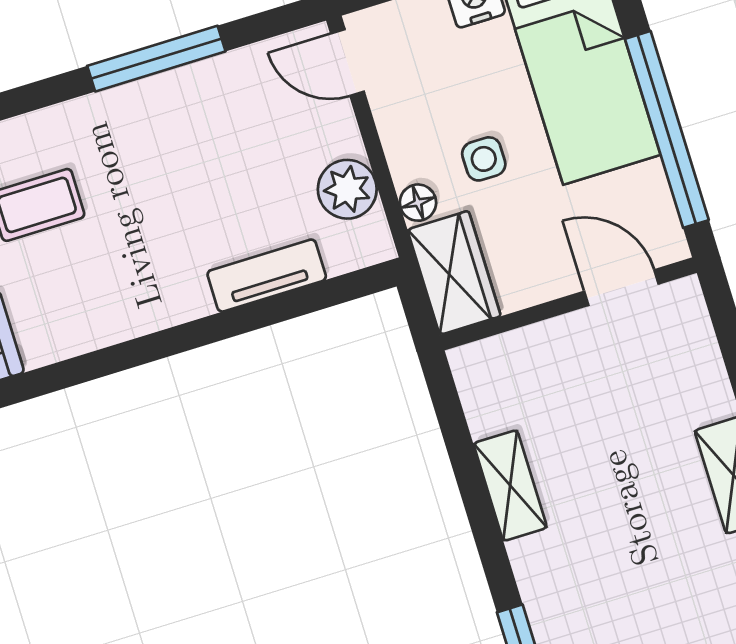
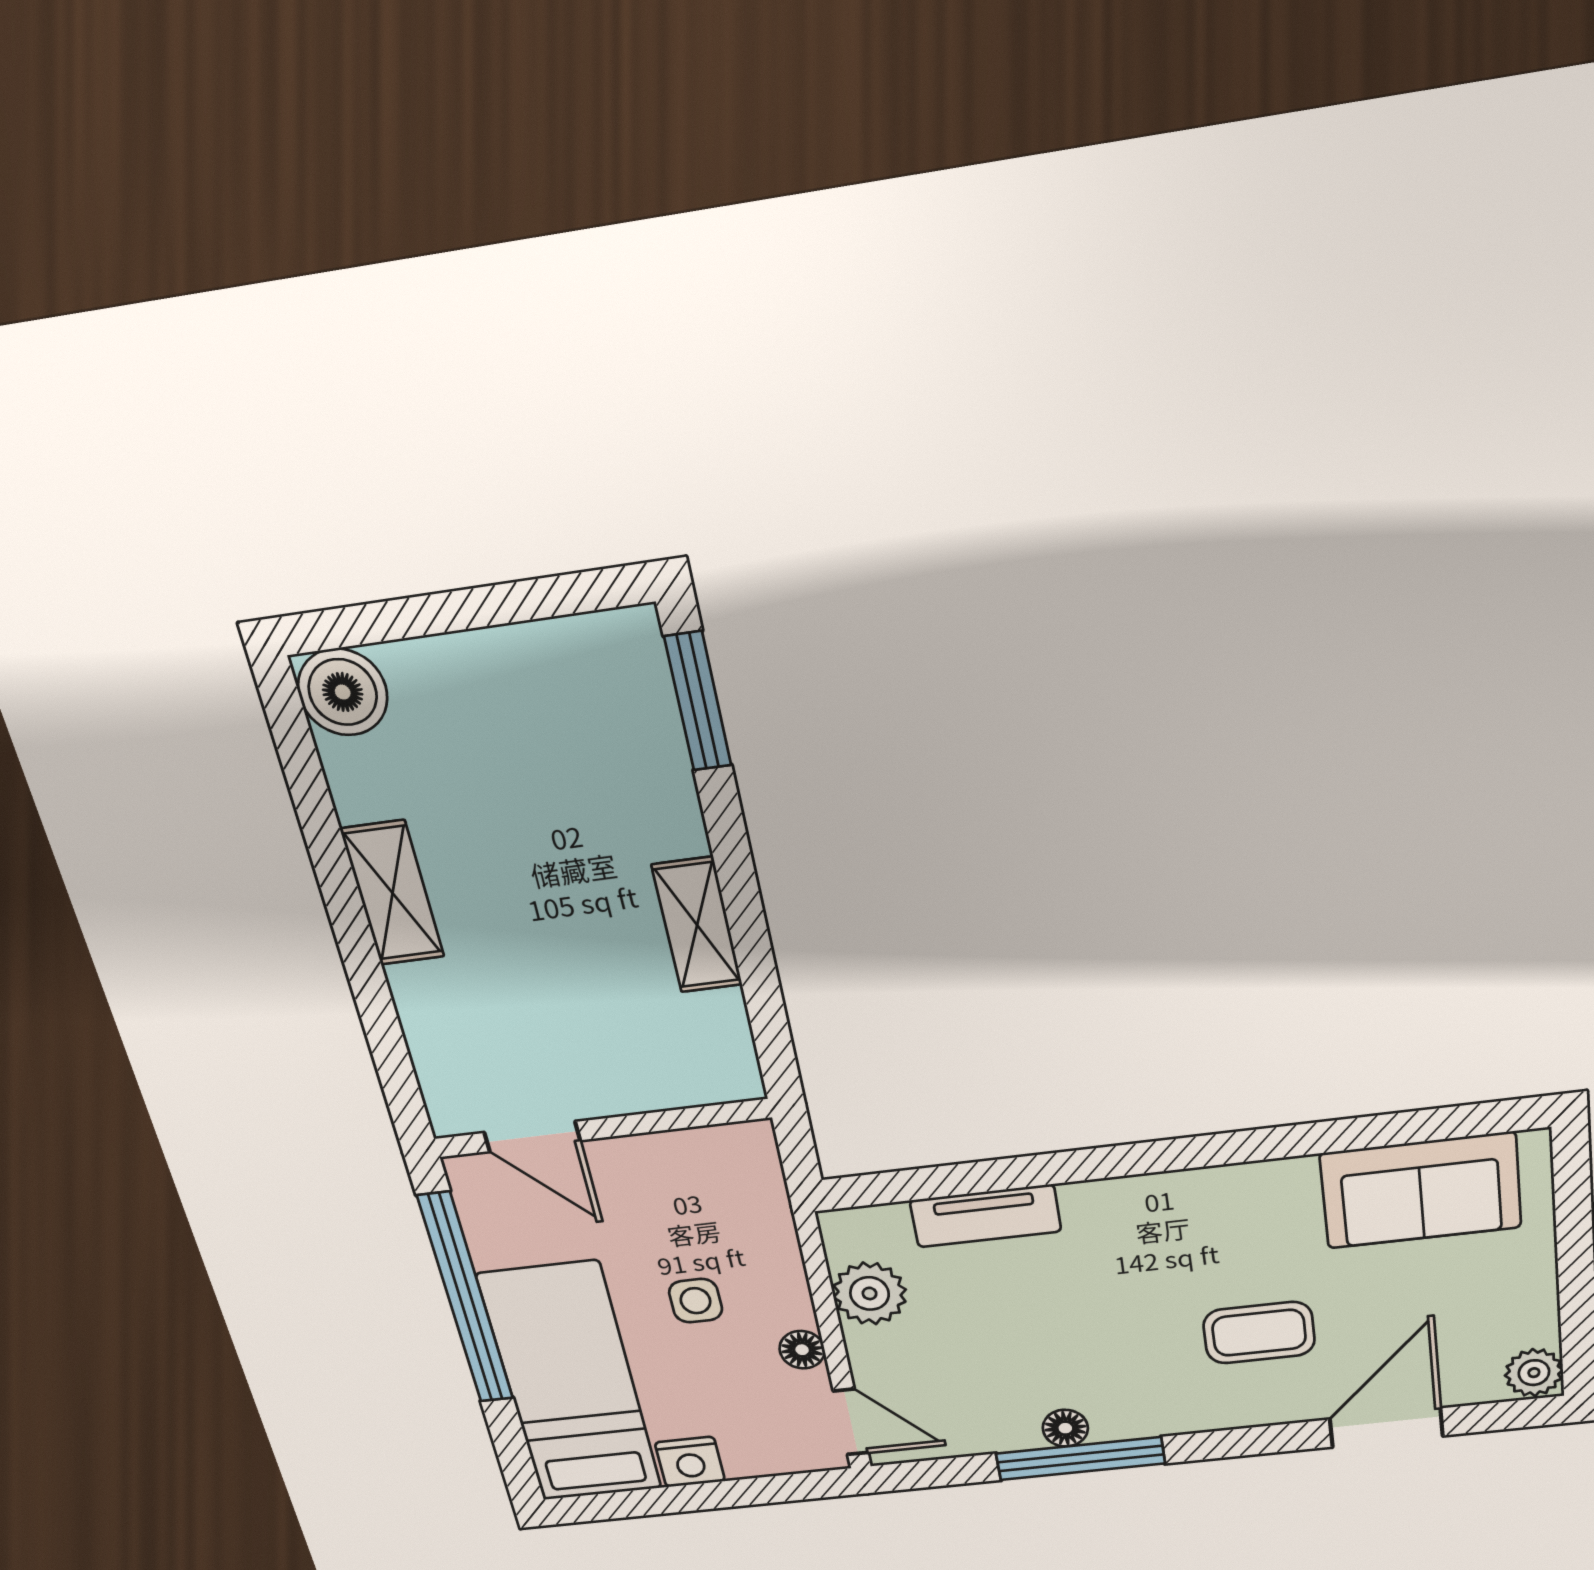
floor lamp: (173, 87) -> (1065, 1428), added
floor lamp: (418, 203) -> (802, 1350), moved
wardrobe: (454, 273) -> (746, 1184), removed

